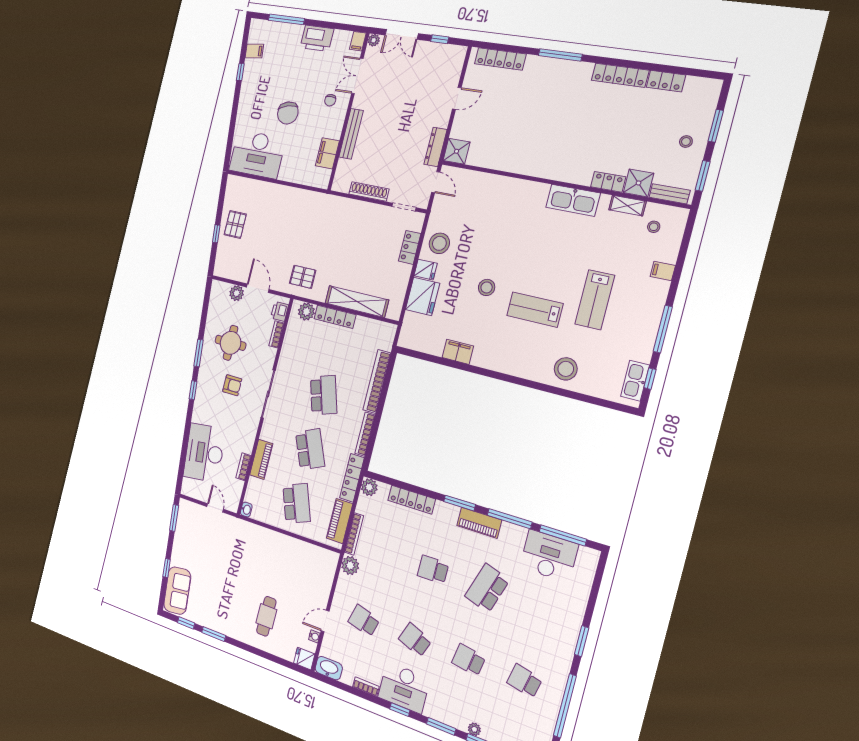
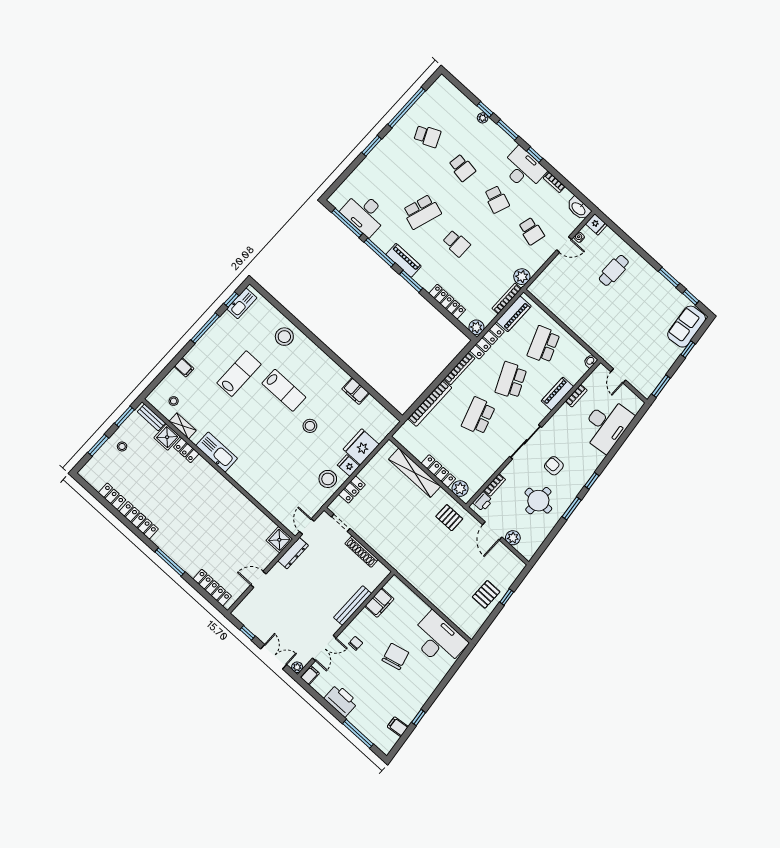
school desk: (524, 681) -> (427, 136), turned -36

